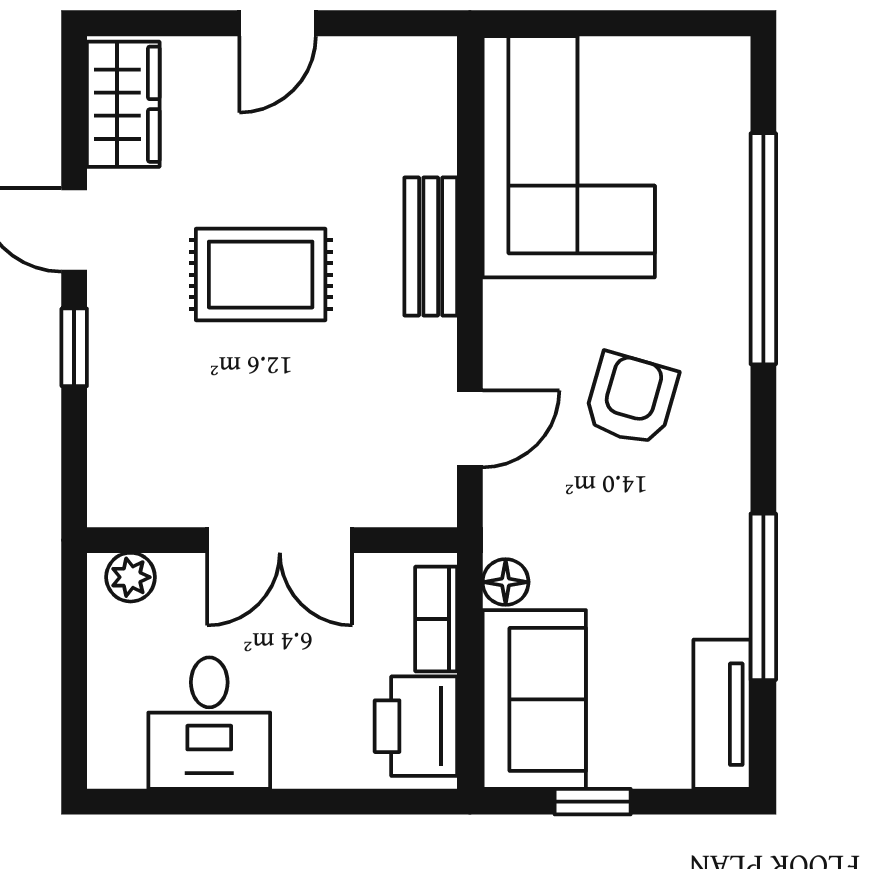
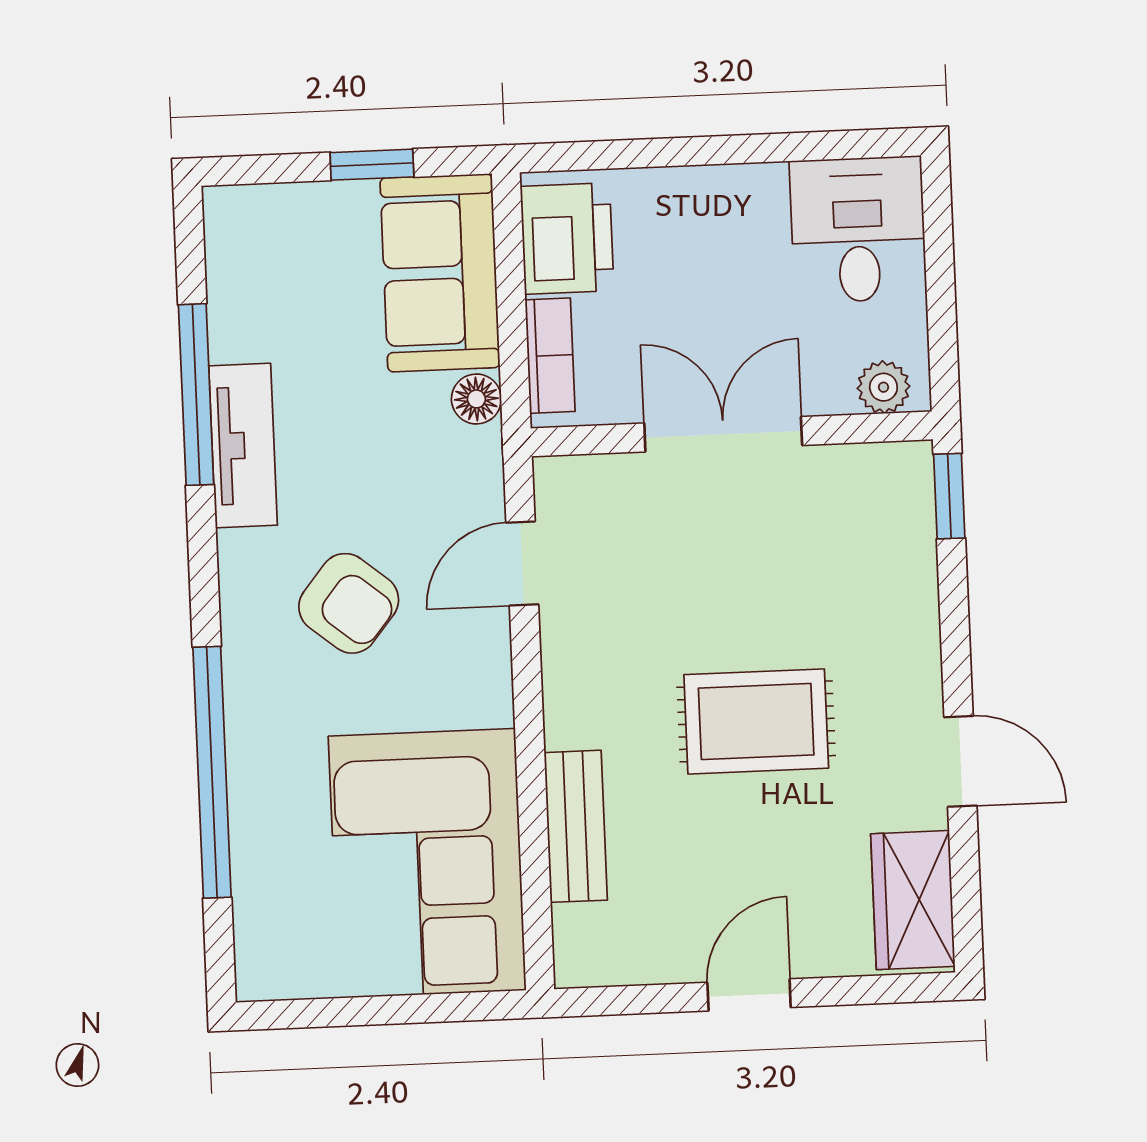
bench: (431, 247) -> (576, 826), moved
window: (74, 347) -> (949, 496), moved
armchair: (631, 399) -> (349, 603), turned -67
tv unit: (722, 714) -> (243, 446), moved
desk: (209, 723) -> (858, 230), moved

